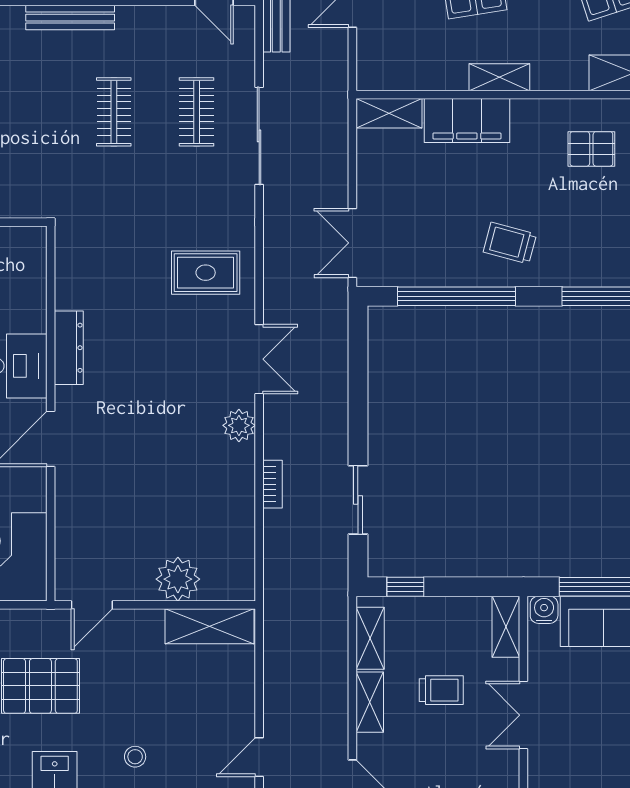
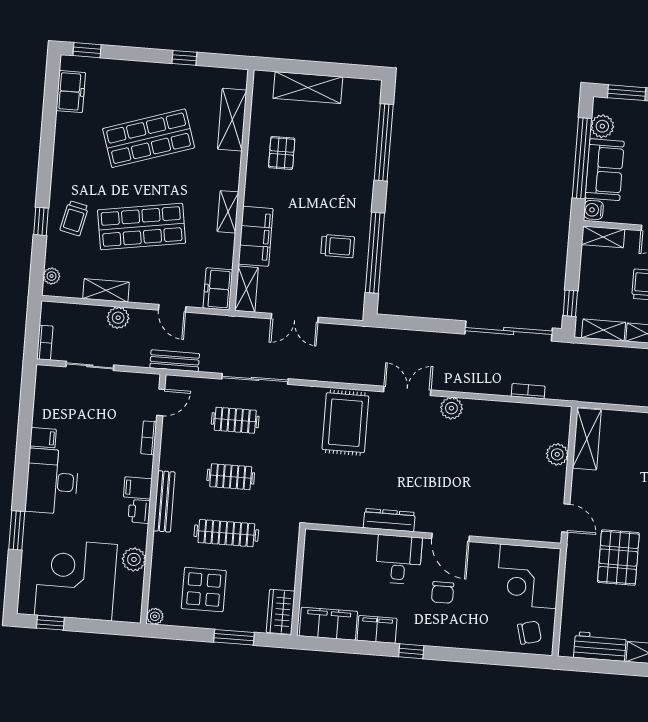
freezer: (386, 72) -> (218, 289), added
clothes rail: (31, 112) -> (226, 533), added
double door: (352, 243) -> (295, 318), moved
trolley: (510, 243) -> (338, 246), moved, turned -105
rug: (206, 273) -> (345, 423), width x1.36, depth x1.43
bookcase: (272, 484) -> (528, 391), moved
sliding door: (358, 500) -> (509, 331), width x1.86
plant: (178, 579) -> (557, 454), width x0.73, depth x0.73

